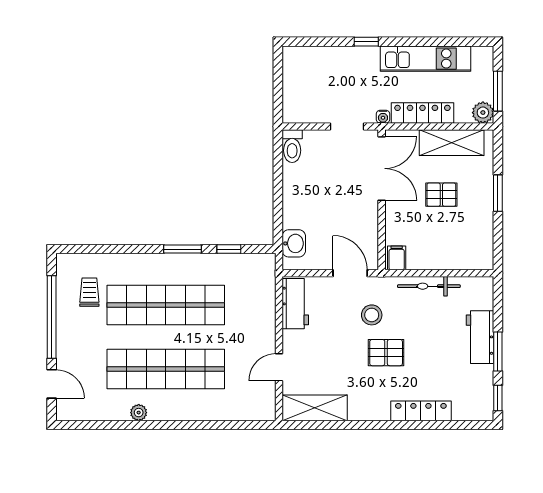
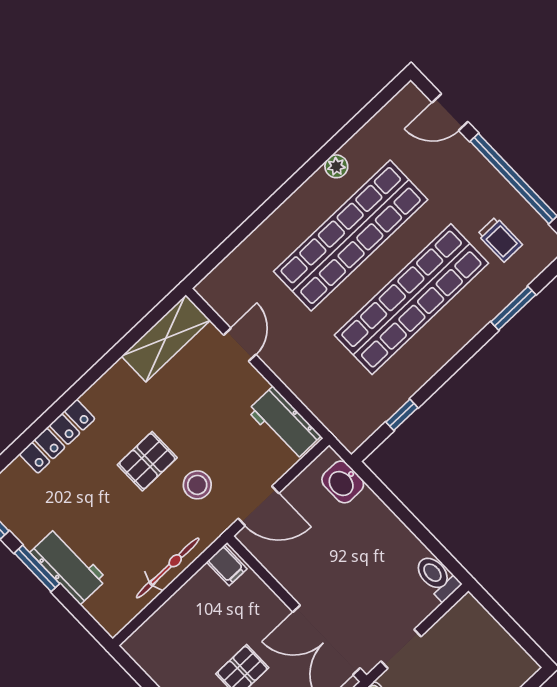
window: (182, 249) -> (513, 308), moved

